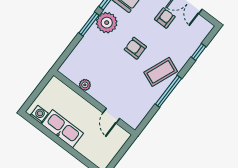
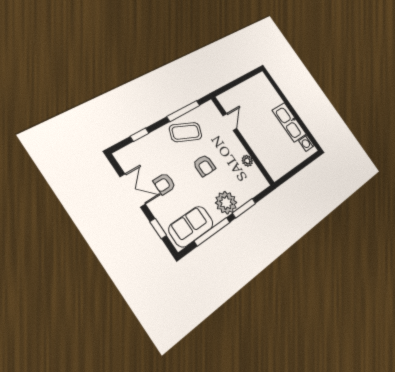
plant: (85, 85) -> (247, 161), moved
wall: (94, 103) -> (243, 141), moved
door: (111, 116) -> (230, 122), moved

